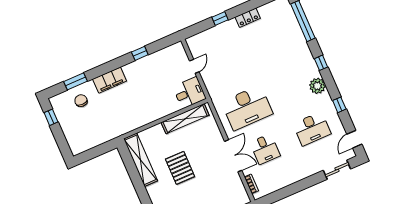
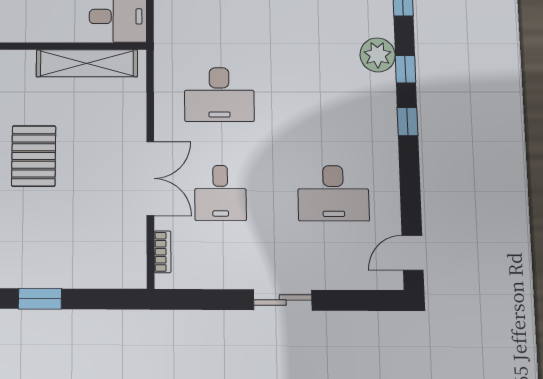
plant: (317, 86) -> (378, 55), moved
window: (339, 105) -> (408, 122), moved
desk: (247, 108) -> (219, 95), width x0.73, depth x0.77
sliding door: (337, 170) -> (283, 300), moved

